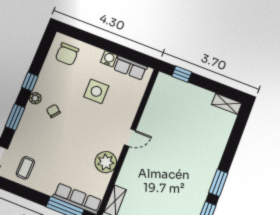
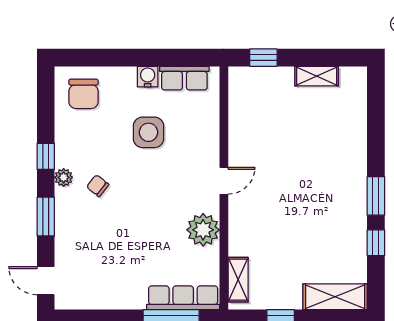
shelving: (227, 104) -> (317, 76), moved
coffee table: (25, 168) -> (91, 283), removed

